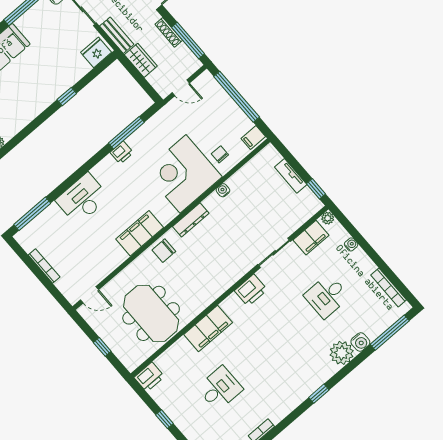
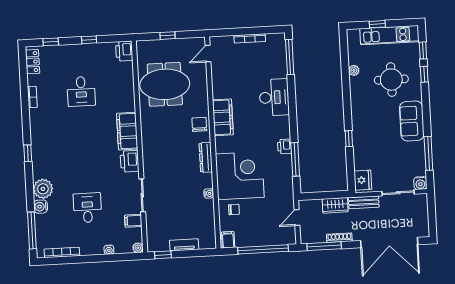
filing cabinet: (311, 238) -> (133, 221), width x0.50
filing cabinet: (208, 328) -> (127, 131), moved

